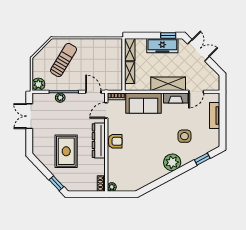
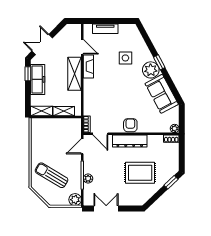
sofa: (143, 103) -> (162, 94), moved, turned 152
double door: (29, 116) -> (106, 209), swing flipped
window: (202, 159) -> (159, 62), moved

